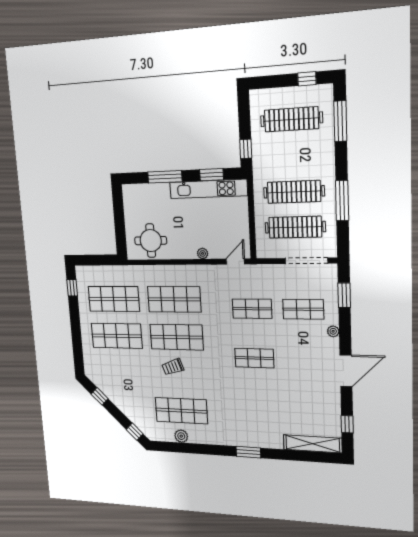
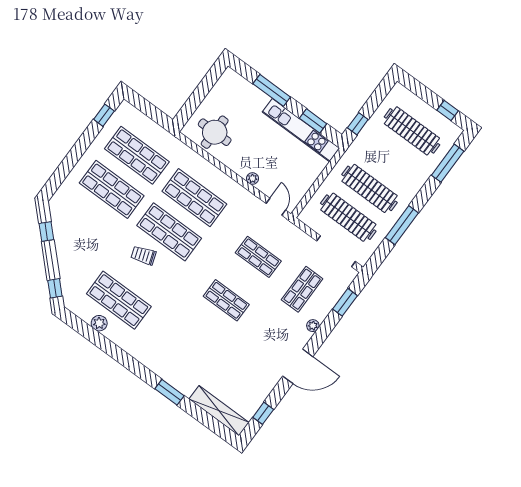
door: (235, 261) -> (276, 207), hinge flipped
shop shelf: (303, 309) -> (302, 289), turned 90
window: (248, 452) -> (170, 392), moved

